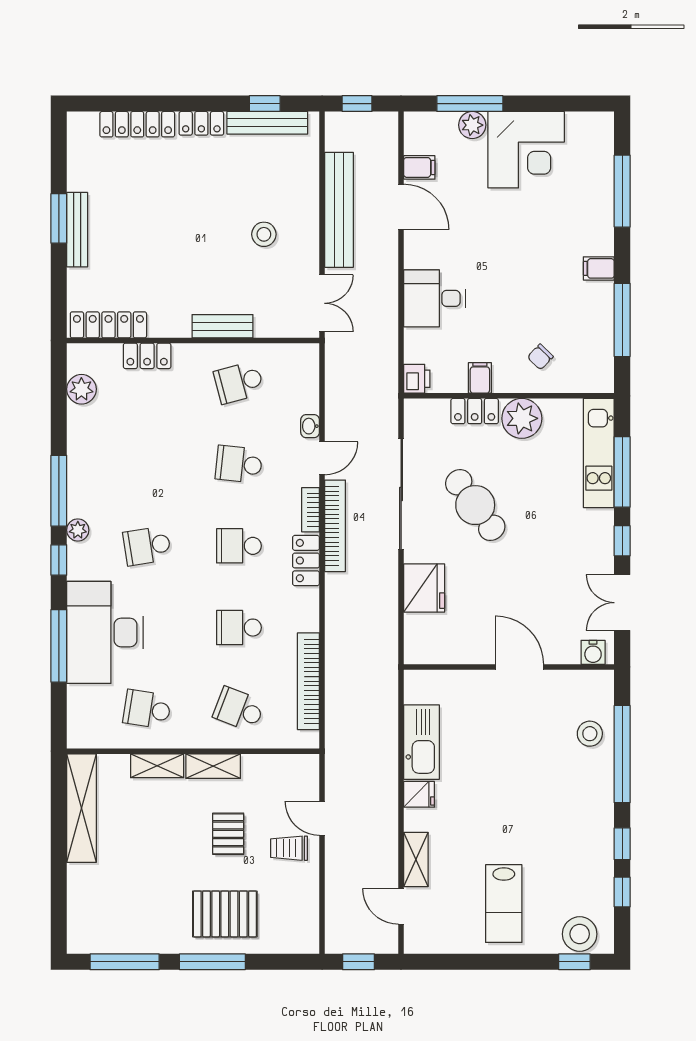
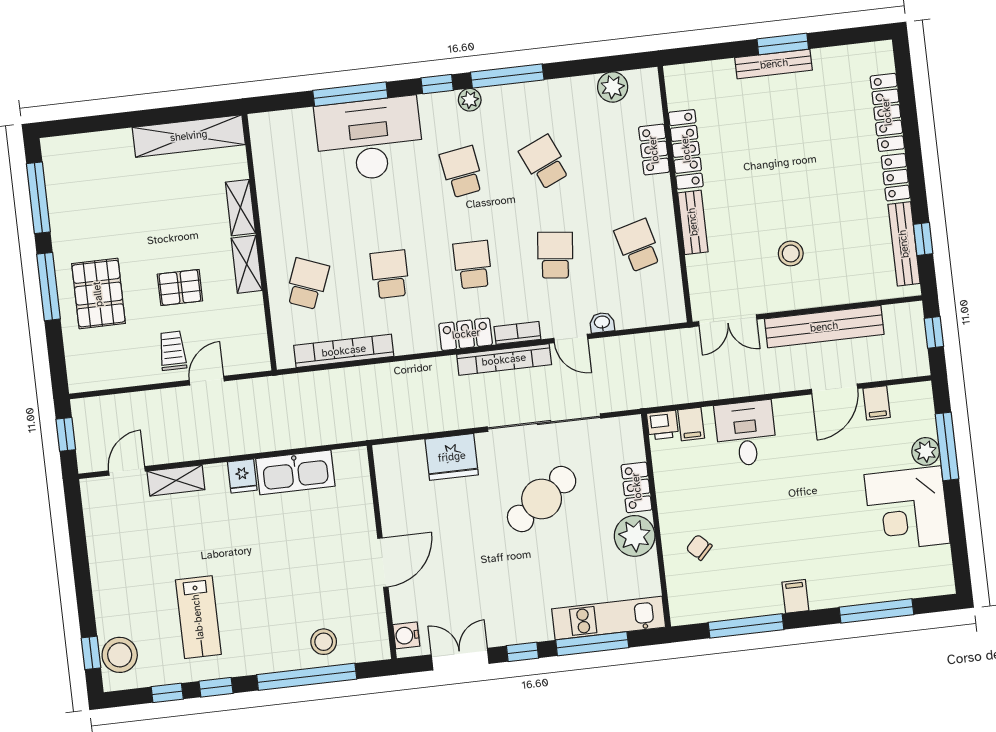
locker: (108, 325) -> (686, 149), moved
filing cabinet: (480, 378) -> (691, 424), moved, turned 90
school desk: (147, 709) -> (544, 162), moved, turned -33
lab bench: (504, 904) -> (198, 617), moved, turned -90

